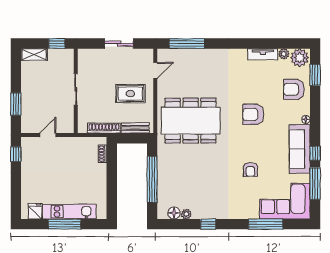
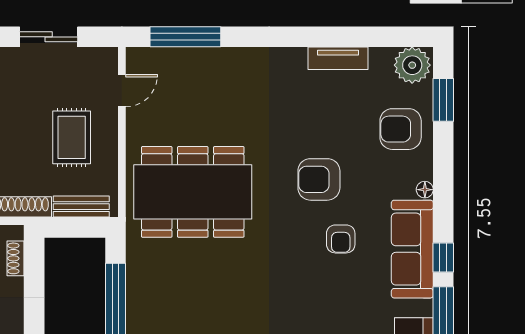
plant: (284, 54) -> (380, 58), removed
rug: (130, 94) -> (72, 137), turned 90
armchair: (250, 170) -> (341, 239), moved

